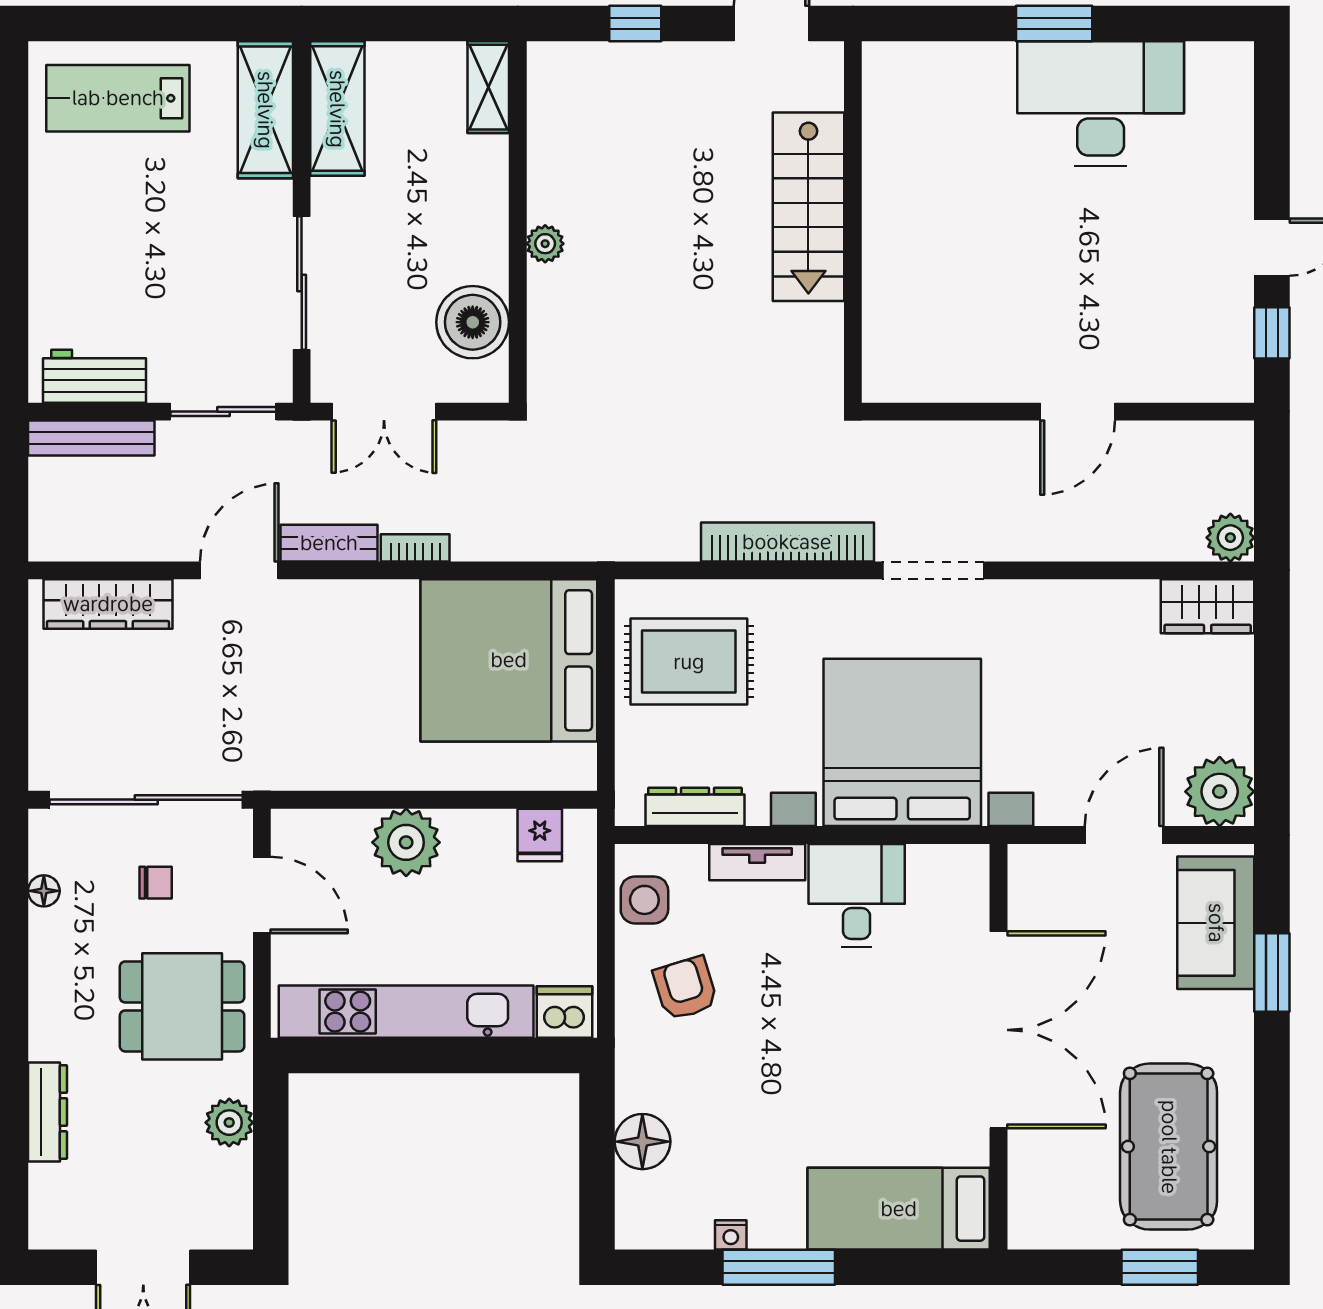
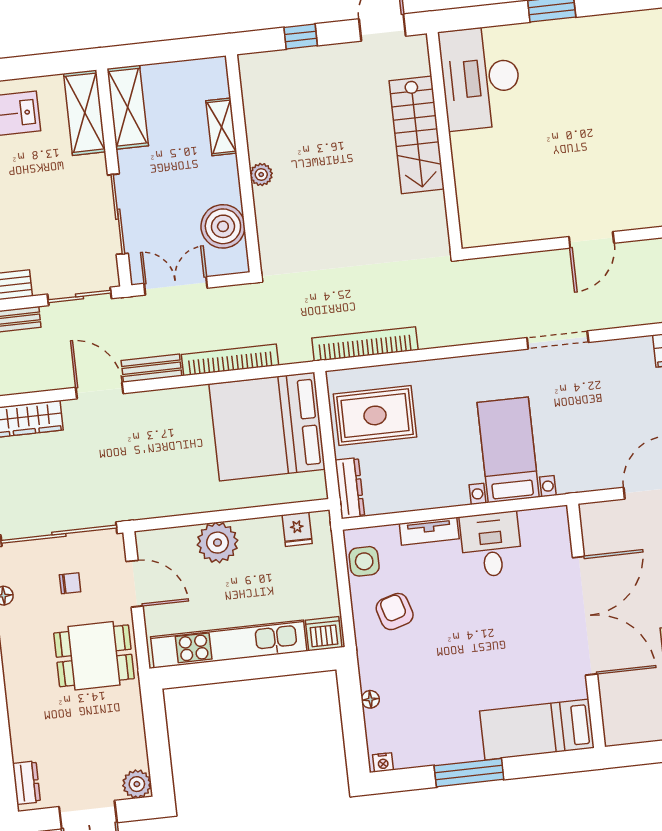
shelving: (488, 87) -> (221, 127), moved
desk: (1101, 103) -> (480, 78), moved, turned -90
double door: (384, 412) -> (176, 286), swing flipped
bookcase: (787, 542) -> (365, 344), moved
bookcase: (415, 548) -> (230, 360), width x2.31, depth x1.31
door: (239, 570) -> (100, 391), hinge flipped
doorway: (933, 570) -> (558, 340), moved
bed with nightstands: (902, 742) -> (508, 450), width x0.54
dresser: (695, 807) -> (350, 488), moved, turned 90
dresser: (48, 1112) -> (26, 783), moved, width x0.70
plant: (229, 1123) -> (137, 784), moved
floor lamp: (642, 1142) -> (370, 699), width x0.53, depth x0.53
nightstand: (731, 1235) -> (383, 762), moved

